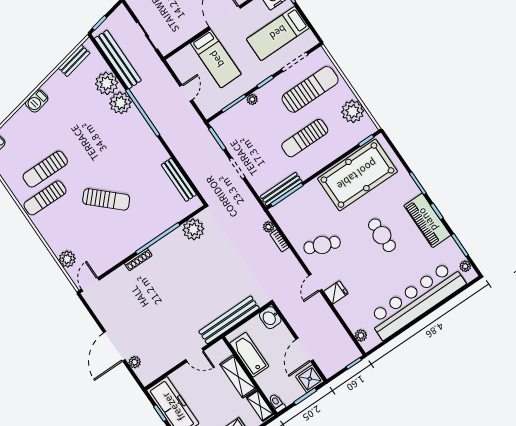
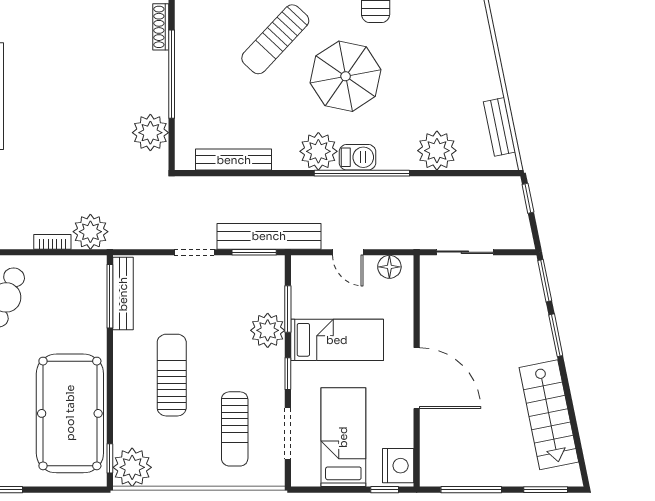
bench: (118, 59) -> (269, 236), moved
bed: (216, 59) -> (337, 340), moved, turned 180
floor lamp: (179, 68) -> (389, 267), added
sun lounger: (310, 89) -> (235, 429), width x0.73, depth x0.75
plant: (252, 99) -> (268, 330), width x1.88, depth x1.88
barbecue: (37, 101) -> (357, 157), moved, turned 101
plant: (120, 103) -> (318, 151), moved
plant: (353, 111) -> (132, 467), moved
parasol: (101, 153) -> (346, 76), added
plant: (269, 227) -> (90, 232), width x1.87, depth x1.87

